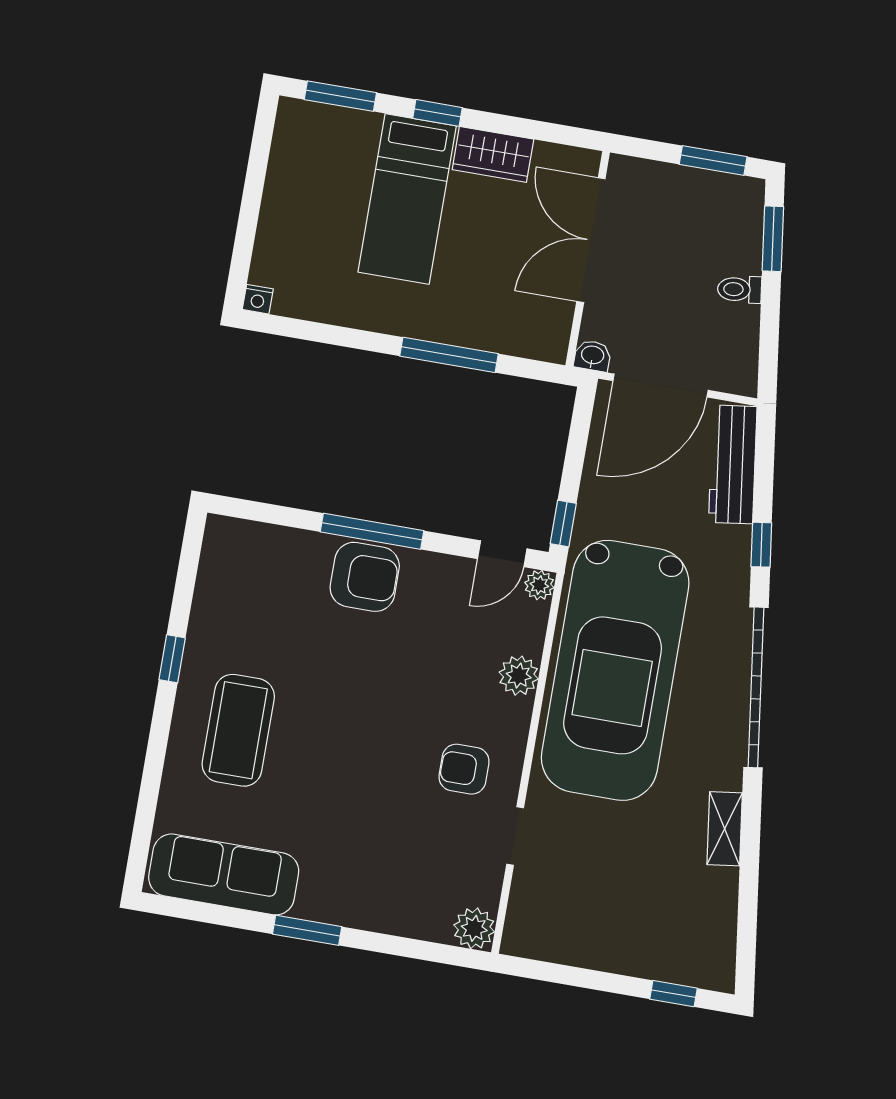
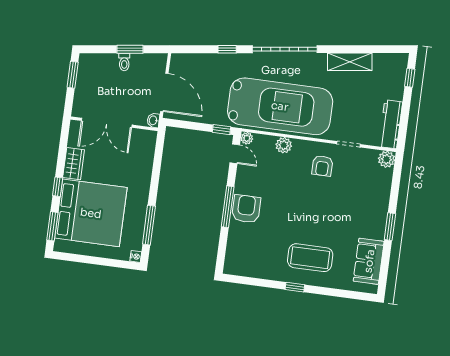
bed: (407, 199) -> (91, 213), width x2.04
window: (773, 239) -> (130, 49), moved
window: (449, 355) -> (149, 225), moved
workbench: (733, 464) -> (391, 124), moved, turned 98
window: (172, 659) -> (295, 287), moved
shelving: (725, 829) -> (350, 62), width x1.50, depth x1.33
sofa: (224, 874) -> (369, 261), width x0.73

